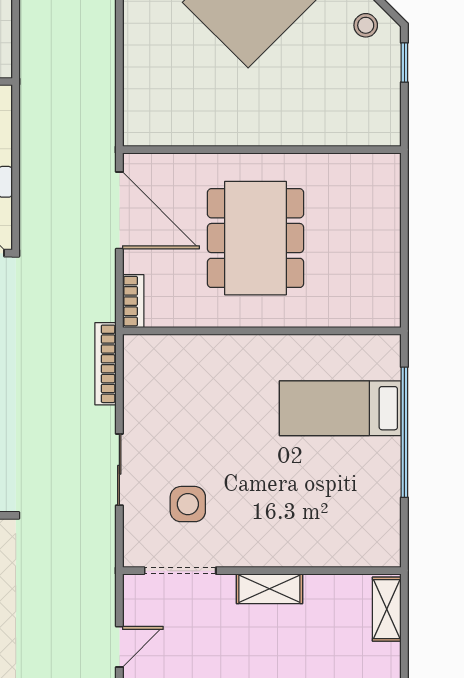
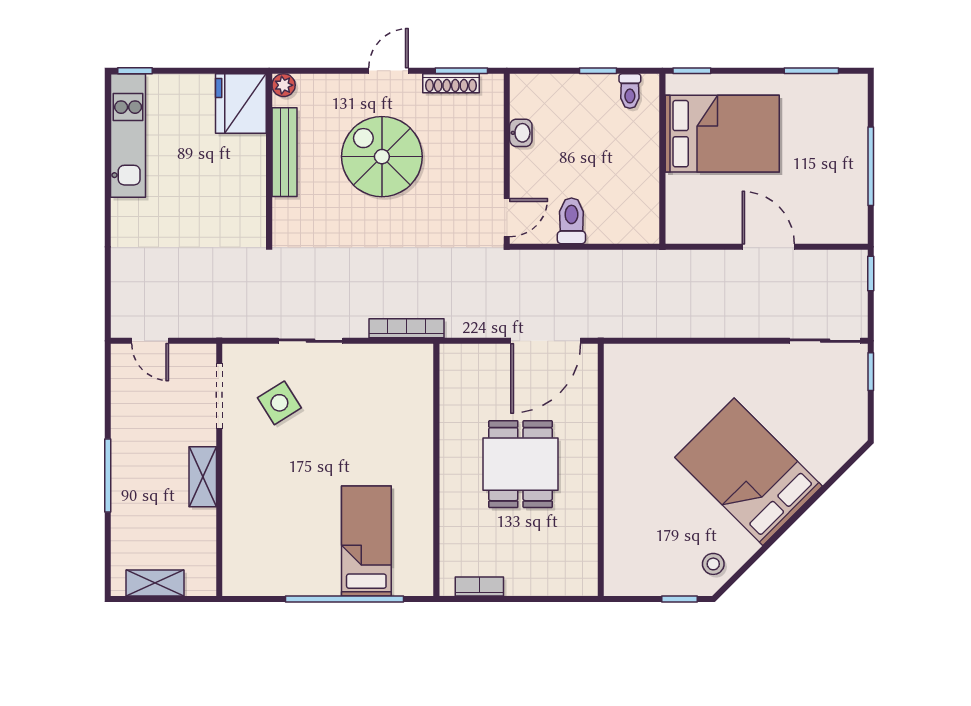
dining table: (256, 238) -> (520, 464), width x0.73
bookcase: (133, 301) -> (479, 586), moved, turned 180
side table: (188, 504) -> (279, 403), turned -32
shelving: (387, 609) -> (155, 583), moved

